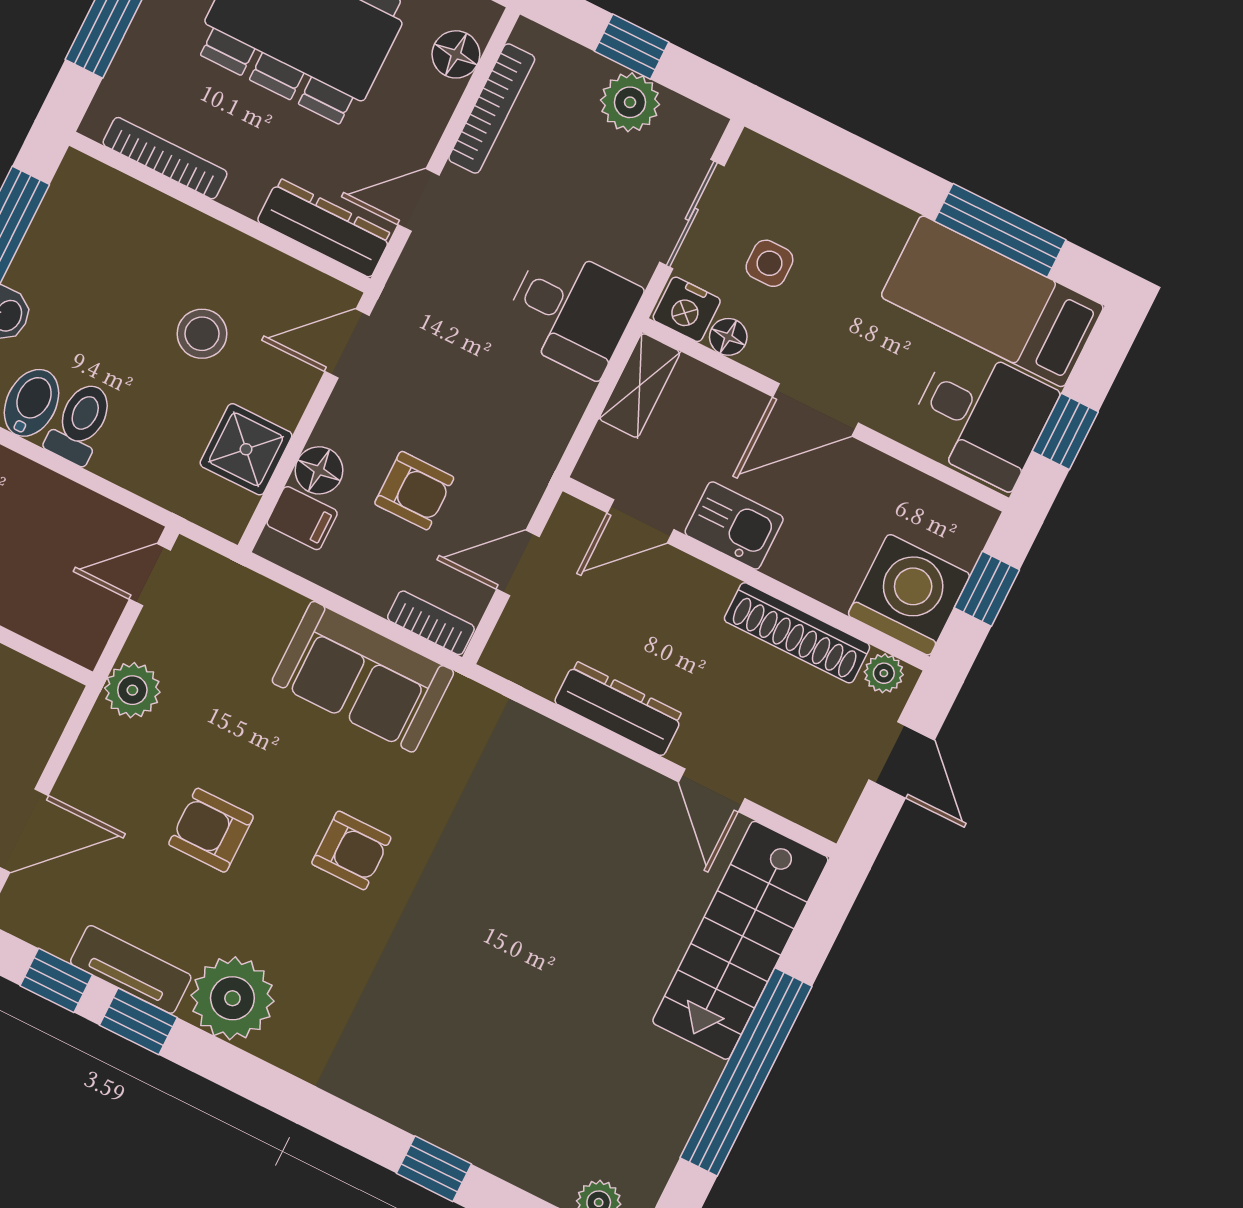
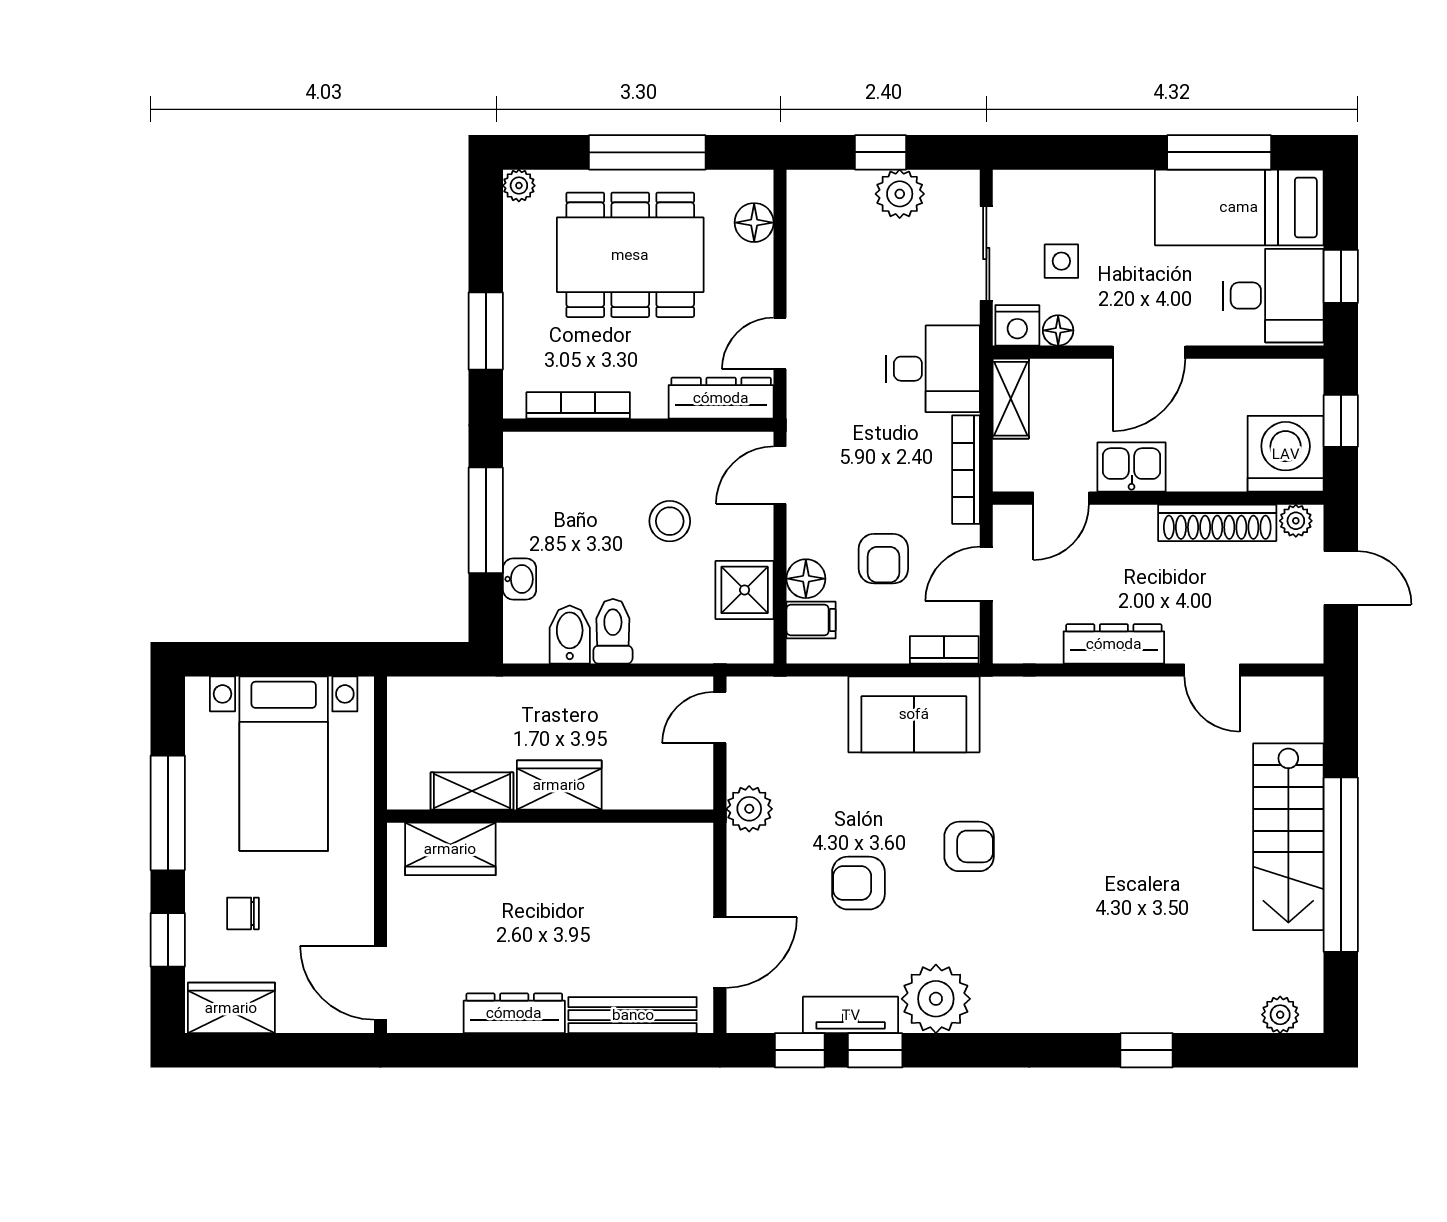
bookcase: (492, 109) -> (966, 470), moved, turned 180
armchair: (414, 491) -> (883, 559), turned 90
stairs: (740, 940) -> (1288, 837), moved

